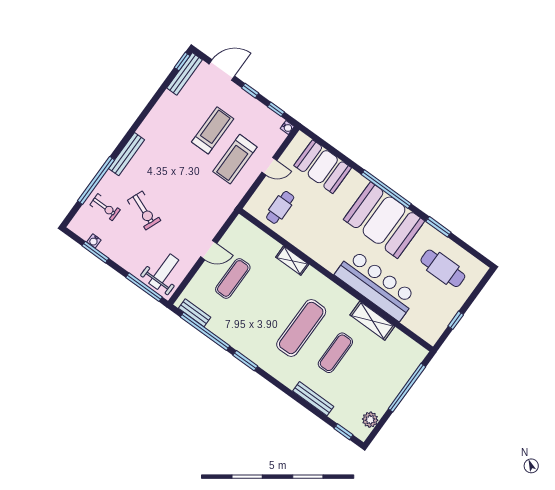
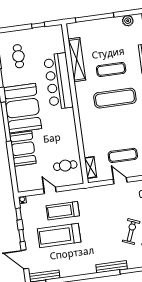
treadmill: (213, 130) -> (59, 235), width x1.37, depth x1.38
treadmill: (235, 159) -> (63, 211), turned 180
booth: (323, 167) -> (23, 149), moved
shelving: (292, 261) -> (90, 167), moved
cafe table: (443, 268) -> (18, 56), width x0.73, depth x0.74
shelving: (372, 321) -> (77, 60), width x1.47

